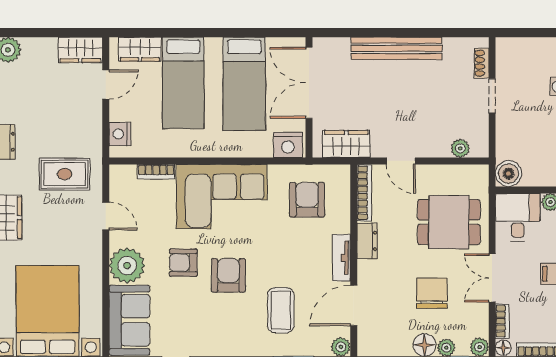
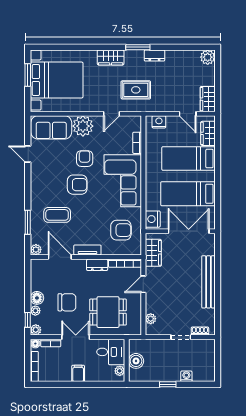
rug: (65, 174) -> (136, 90), turned 90
boiler: (508, 174) -> (136, 361), moved
dining table: (449, 222) -> (108, 312), turned 90

